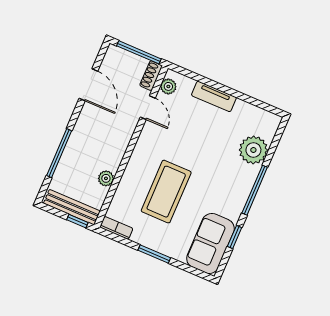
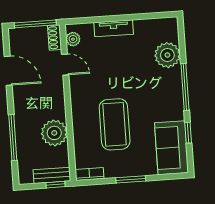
plant: (106, 178) -> (54, 133), width x1.88, depth x1.88
bench: (72, 207) -> (52, 175), width x0.73

